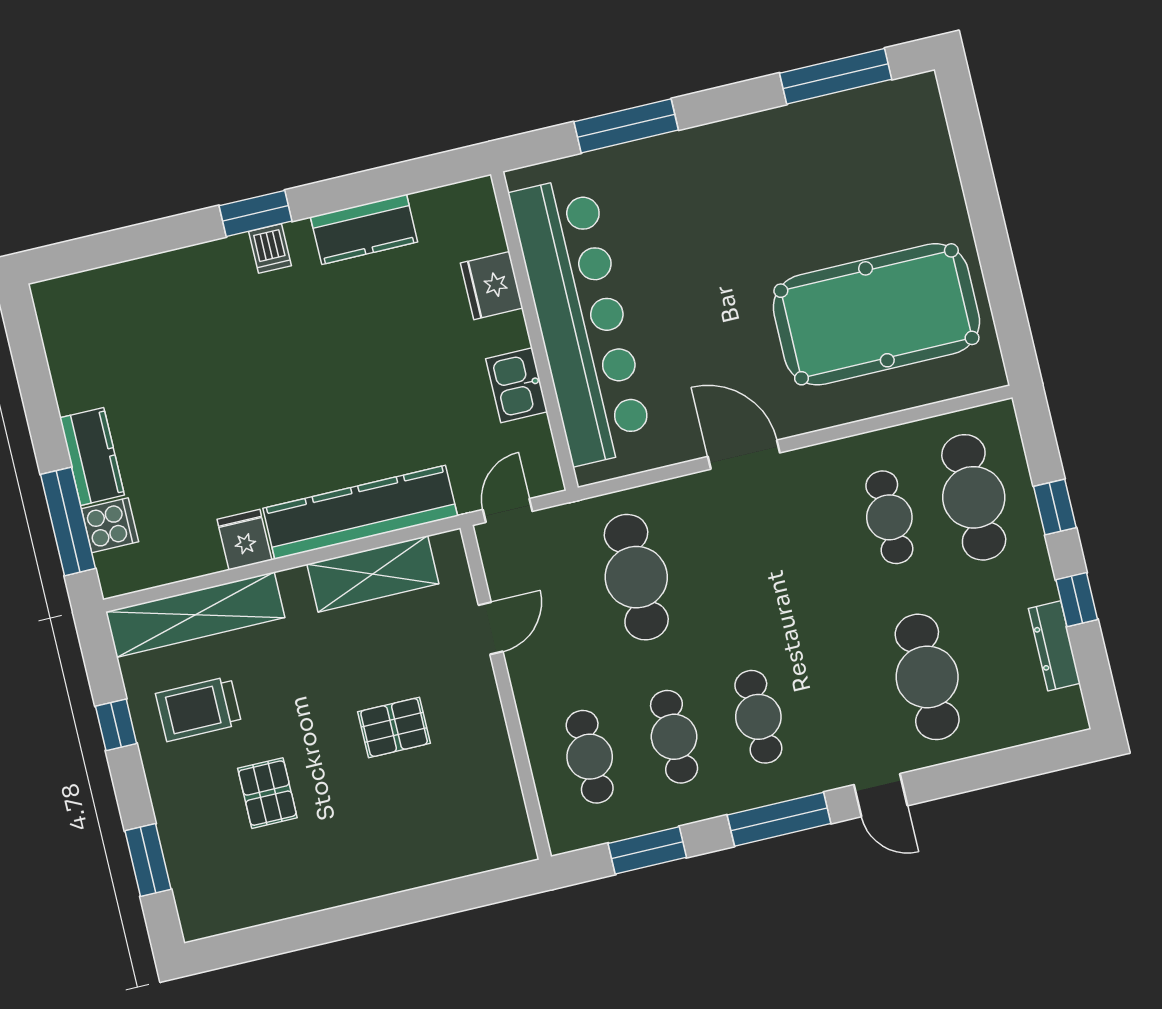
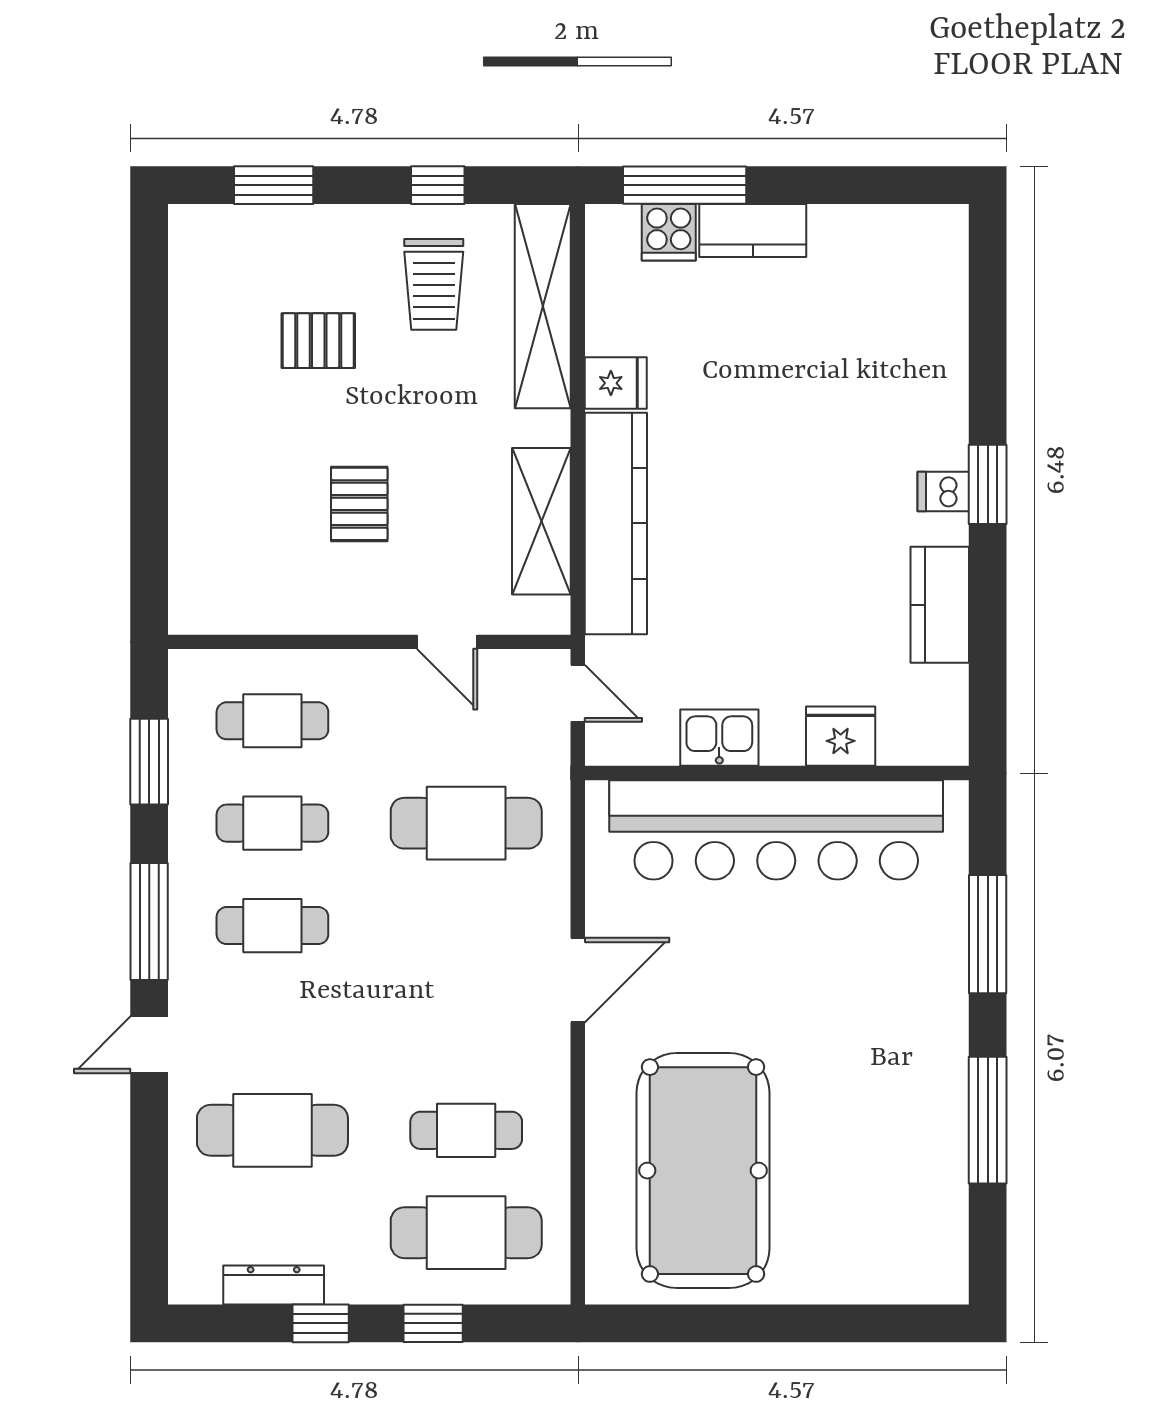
window: (836, 76) -> (988, 1120), moved
trolley: (199, 709) -> (434, 284), turned 180

